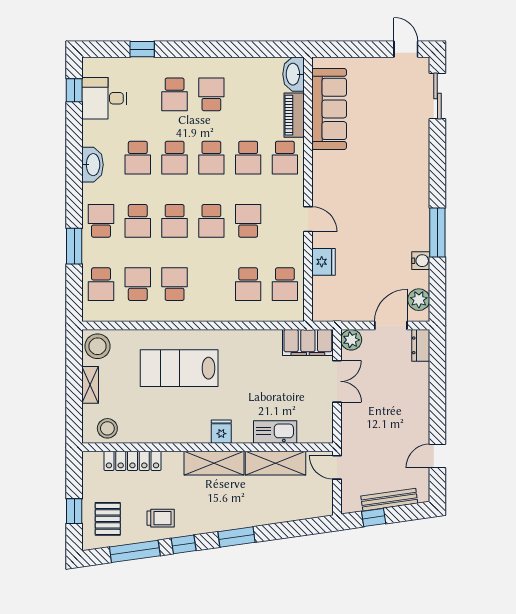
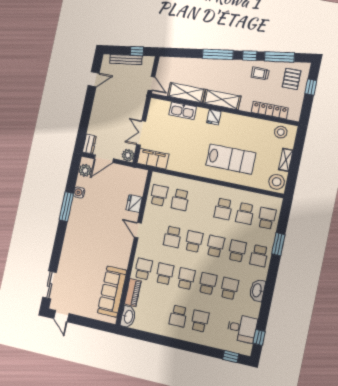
window: (142, 49) -> (231, 357), moved
school desk: (248, 284) -> (180, 200), turned 180
window: (236, 537) -> (218, 54), width x1.44

